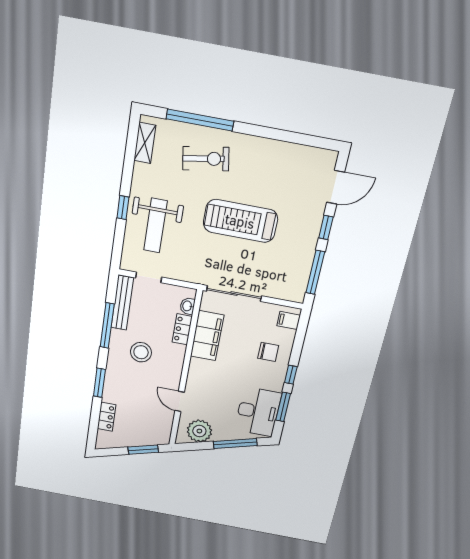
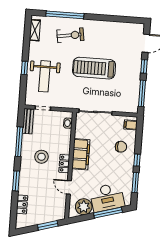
bench: (122, 303) -> (28, 121), width x0.73
locker: (182, 329) -> (64, 164), moved
filing cabinet: (207, 336) -> (81, 154), moved
desk: (258, 412) -> (107, 197), moved, turned 74

